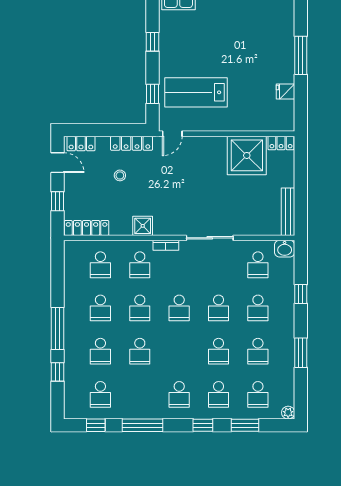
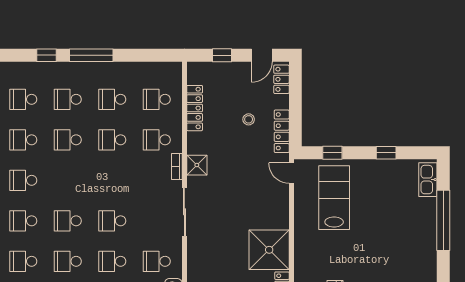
shower: (143, 226) -> (197, 165), moved
locker: (87, 228) -> (195, 108), moved
school desk: (179, 308) -> (23, 140), moved

